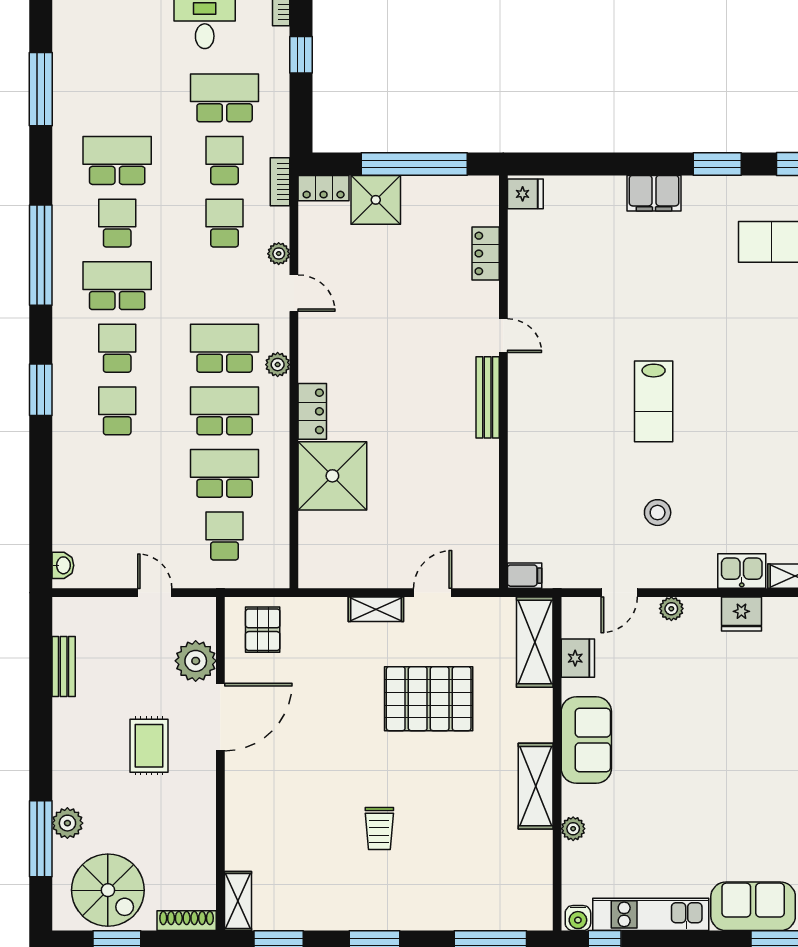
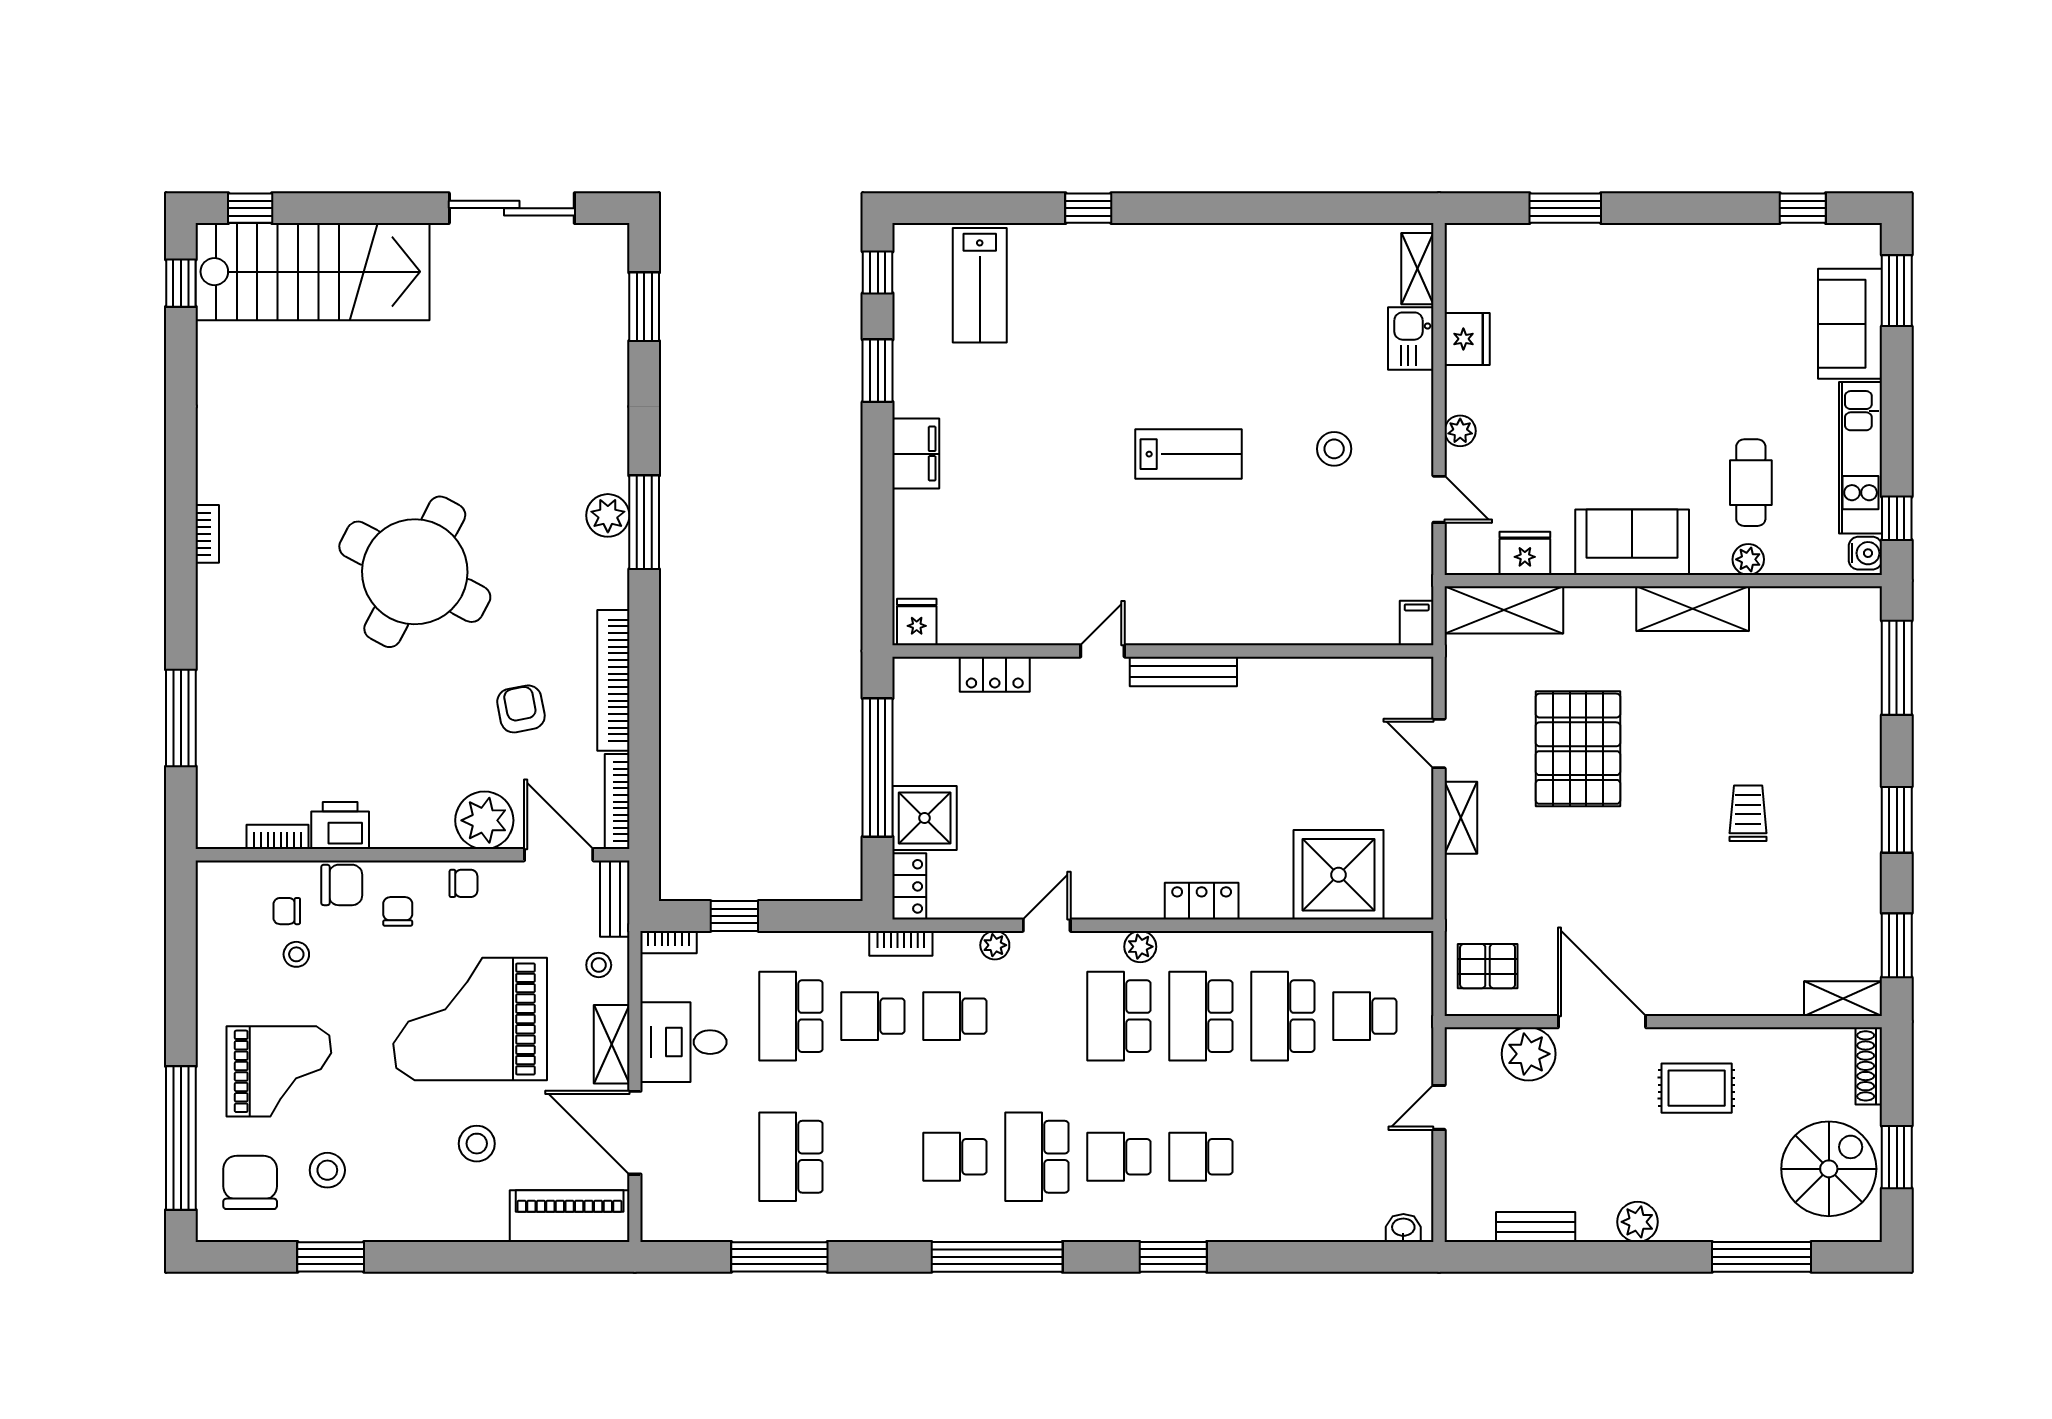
school desk: (117, 160) -> (791, 1157), moved
shower: (332, 476) -> (1338, 875), moved
rug: (149, 746) -> (1697, 1088), moved
plant: (67, 823) -> (1638, 1222), moved
trolley: (379, 829) -> (1748, 813), turned -90
cafe table: (632, 831) -> (1751, 483), added

